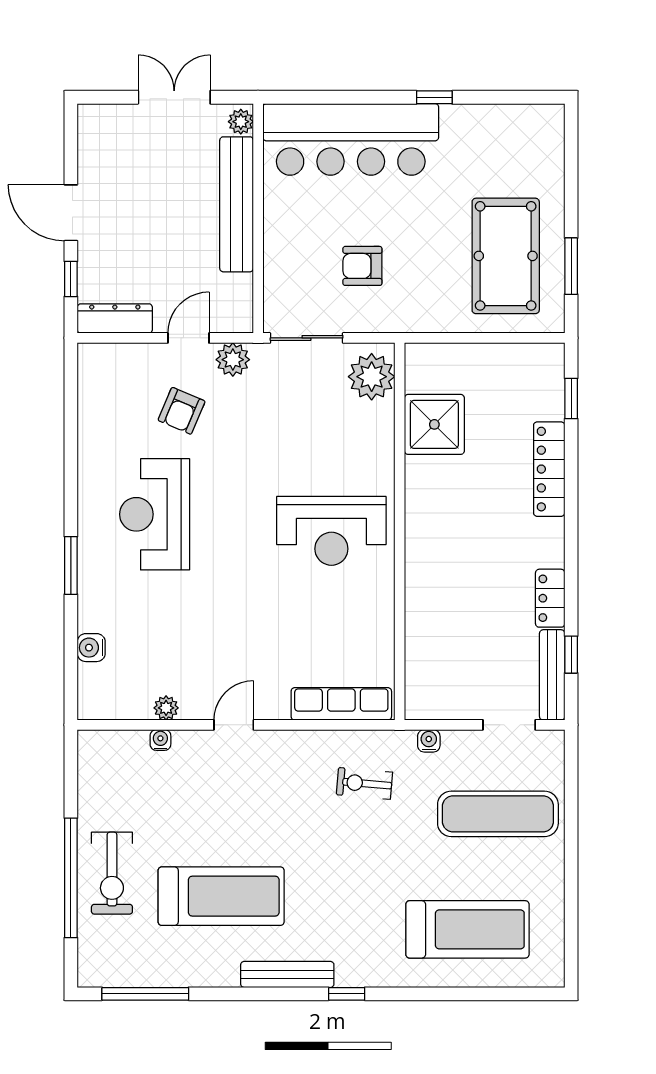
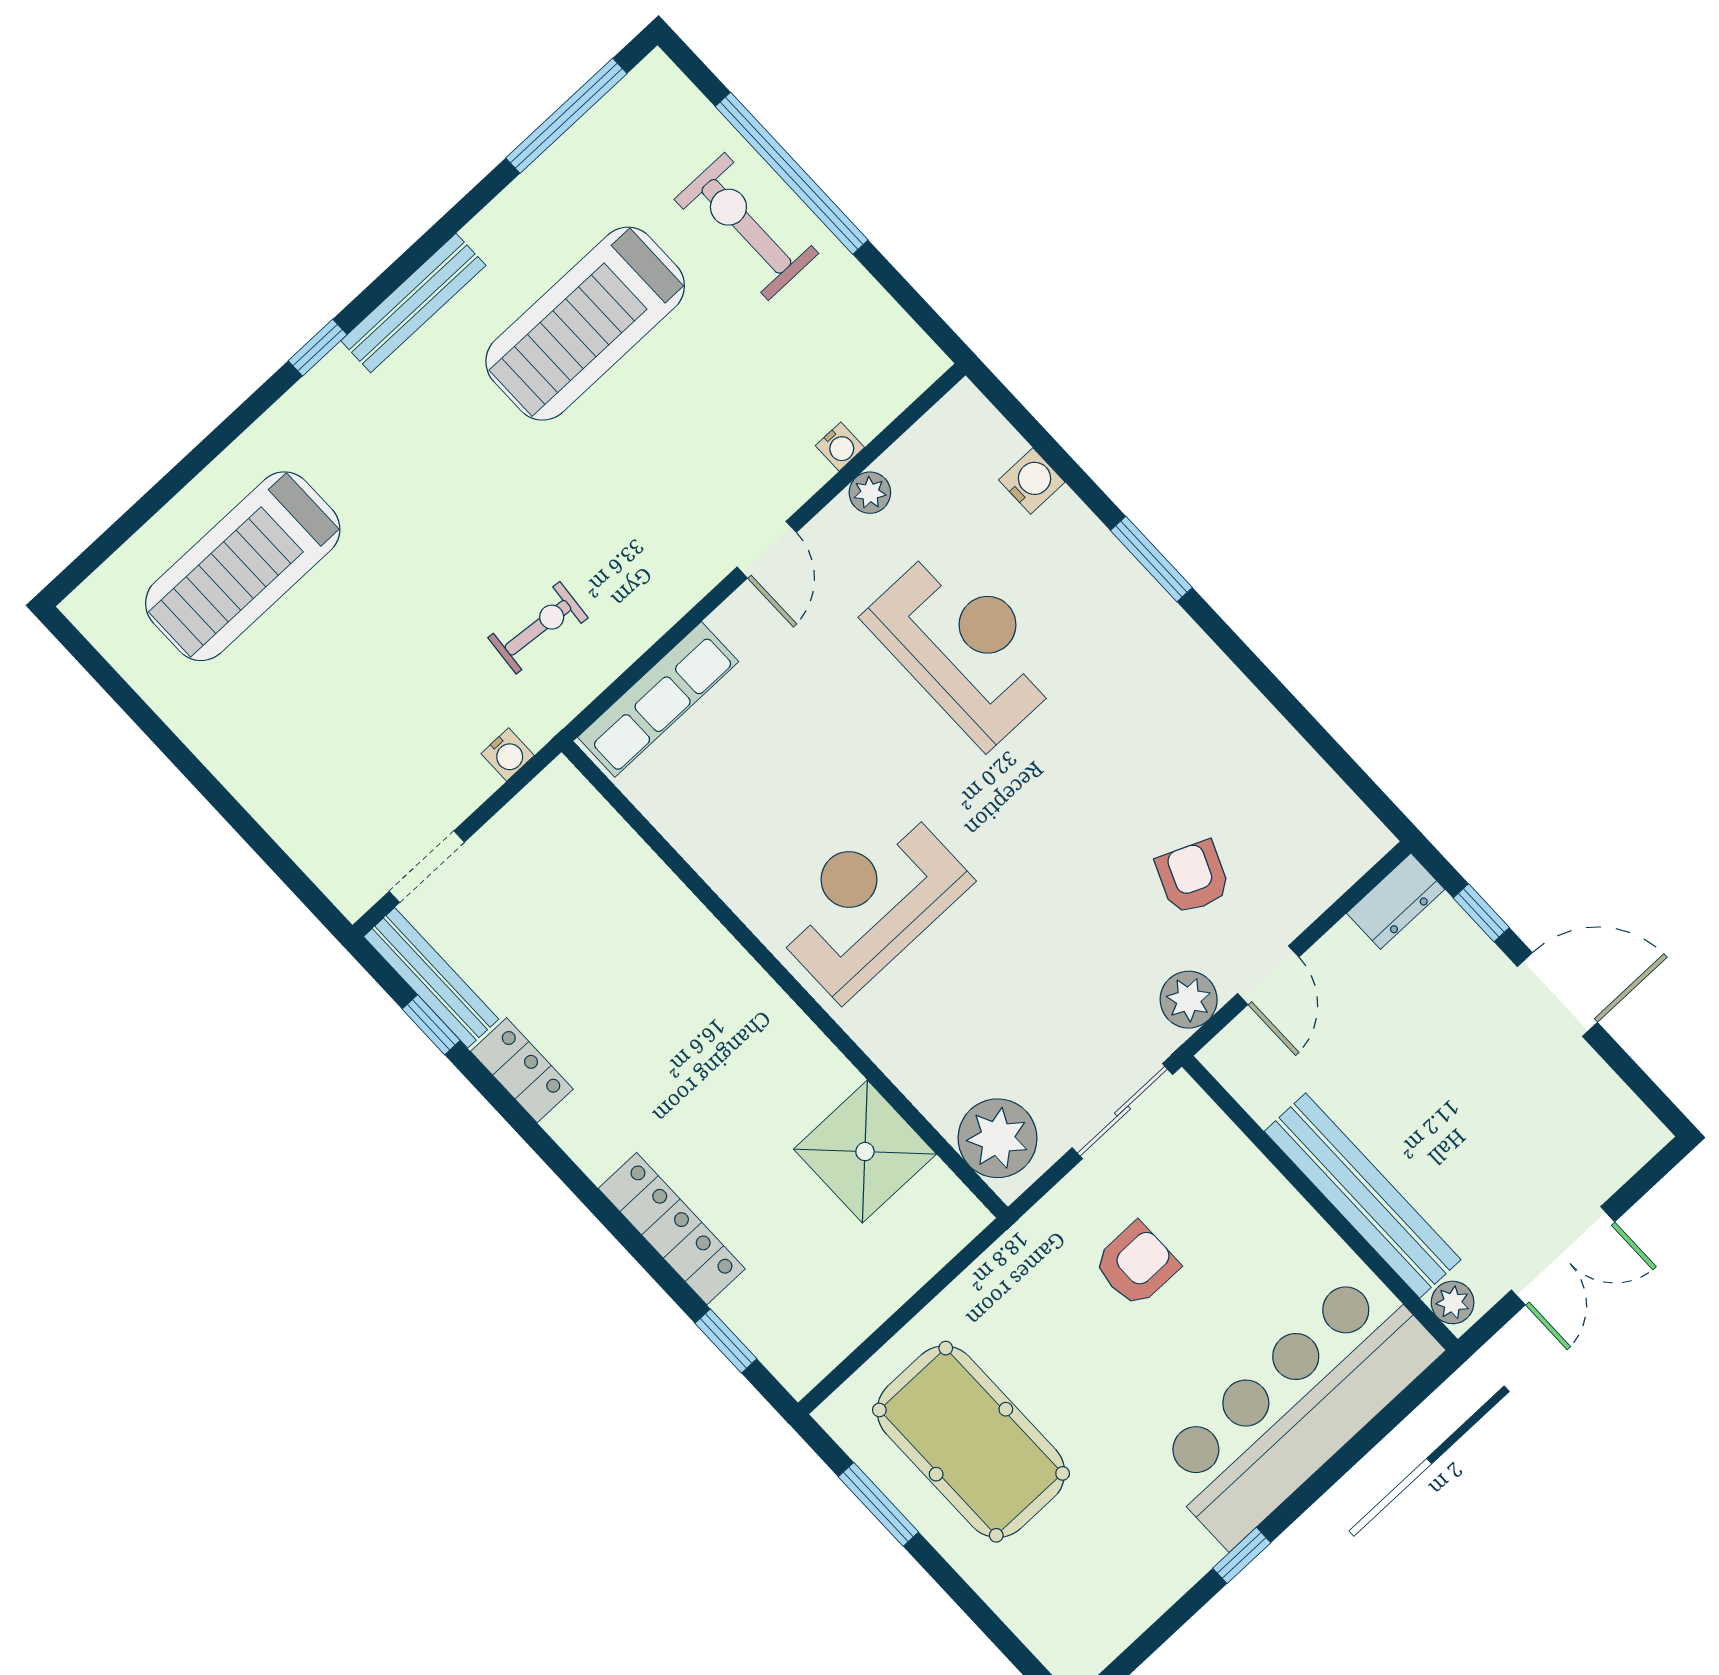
dresser: (115, 319) -> (1396, 901), width x0.70
reception desk: (155, 514) -> (965, 646), moved
exercise mat: (498, 814) -> (338, 744), removed

